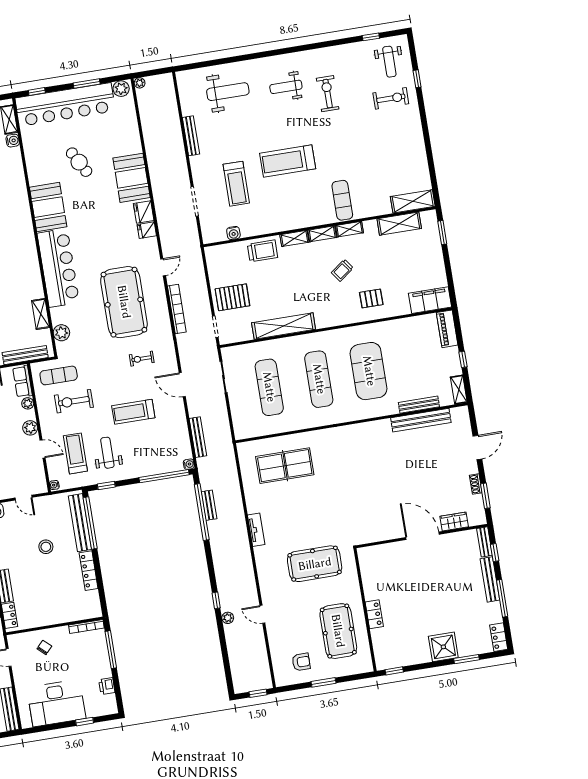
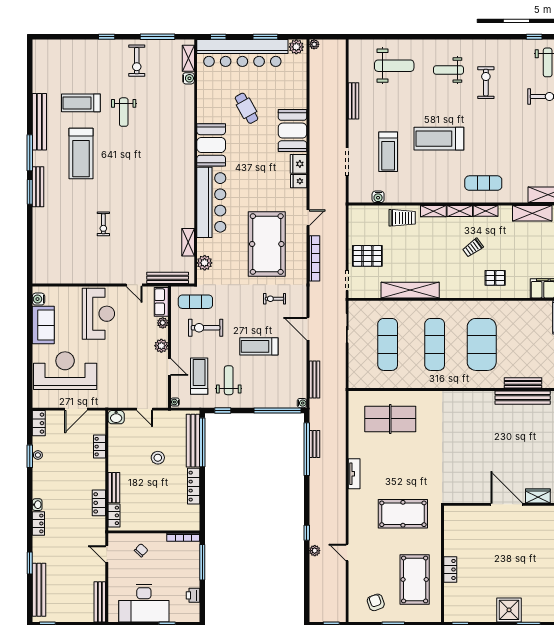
exercise mat: (342, 200) -> (483, 183), turned 90
armchair: (301, 662) -> (376, 602), turned -110

